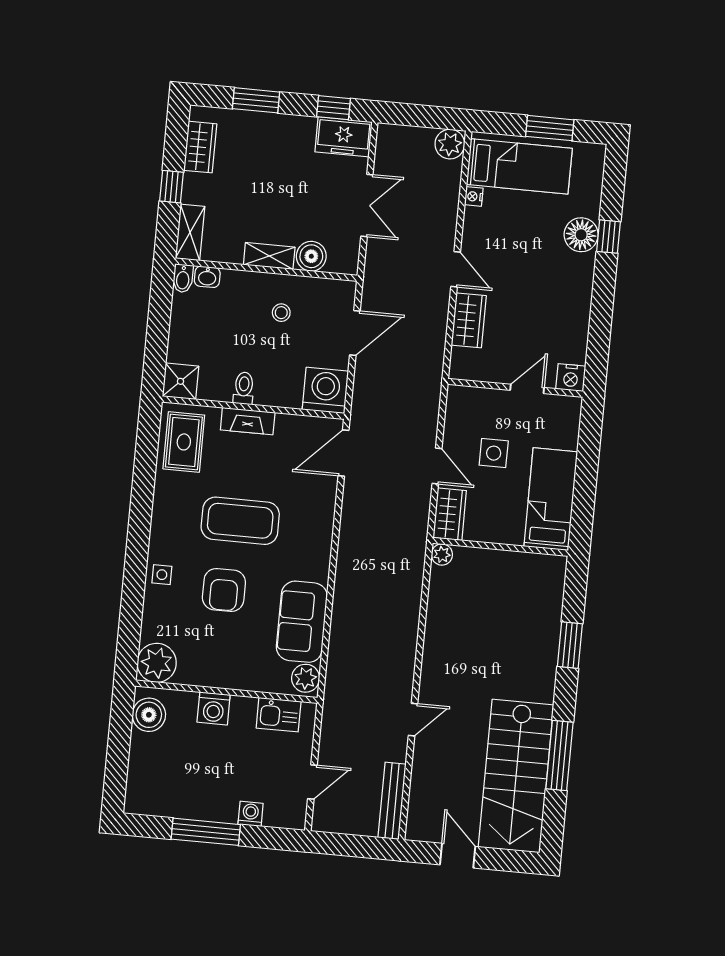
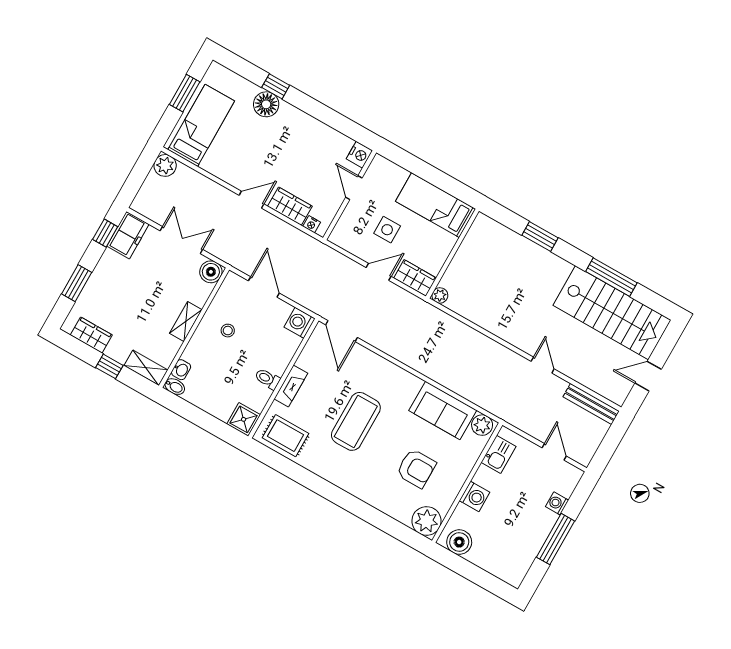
nightstand: (474, 196) -> (312, 224), moved
boiler: (311, 256) -> (211, 272), moved
washing machine: (325, 390) -> (300, 323), width x0.73, depth x0.73
side table: (162, 575) -> (368, 491), removed
armchair: (224, 590) -> (416, 468), moved

